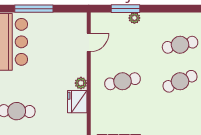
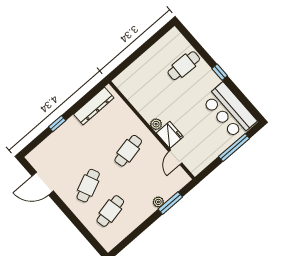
fridge: (77, 102) -> (170, 135), moved

